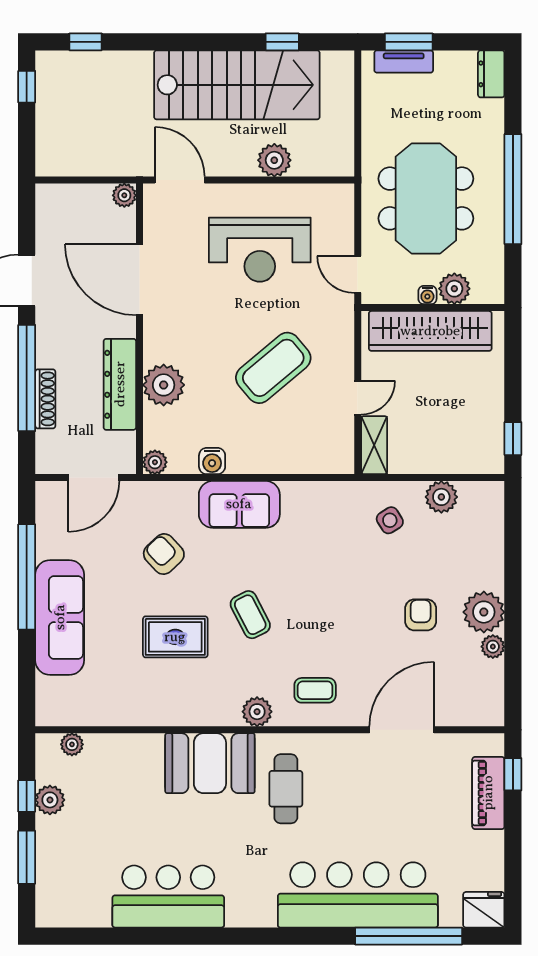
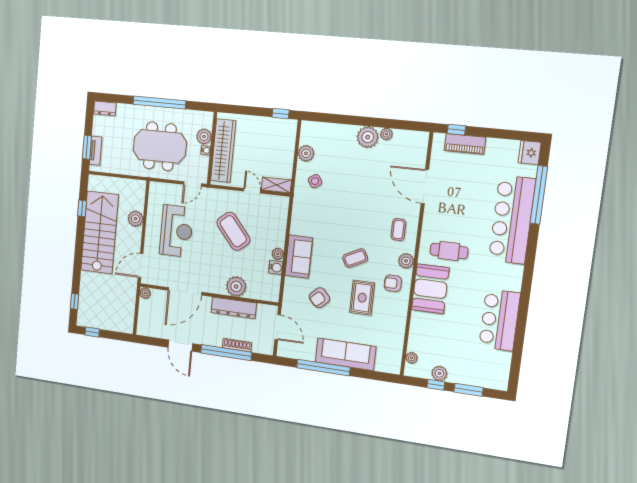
plant: (155, 462) -> (278, 254), moved
armchair: (421, 615) -> (393, 283), moved

